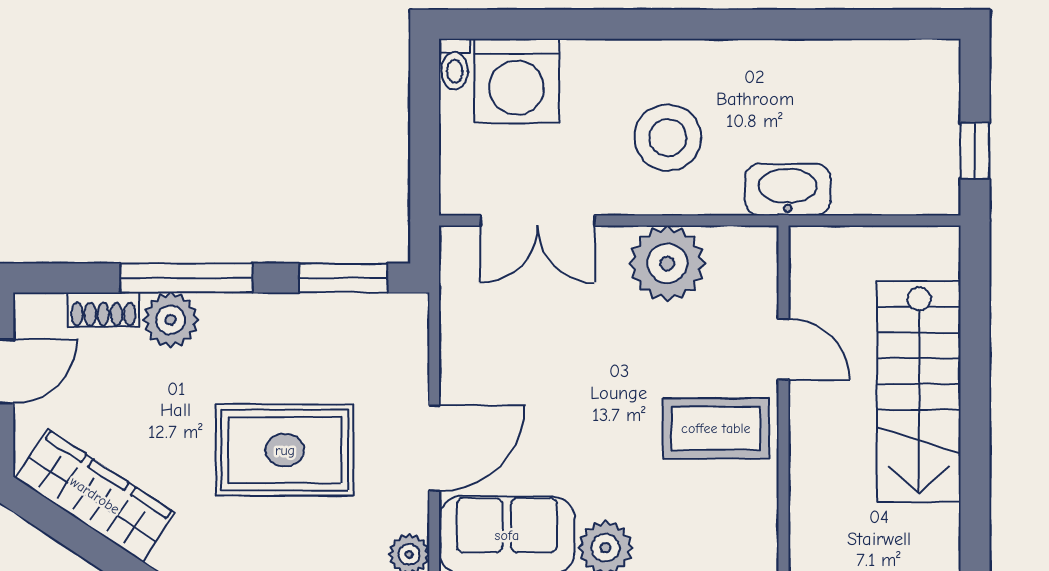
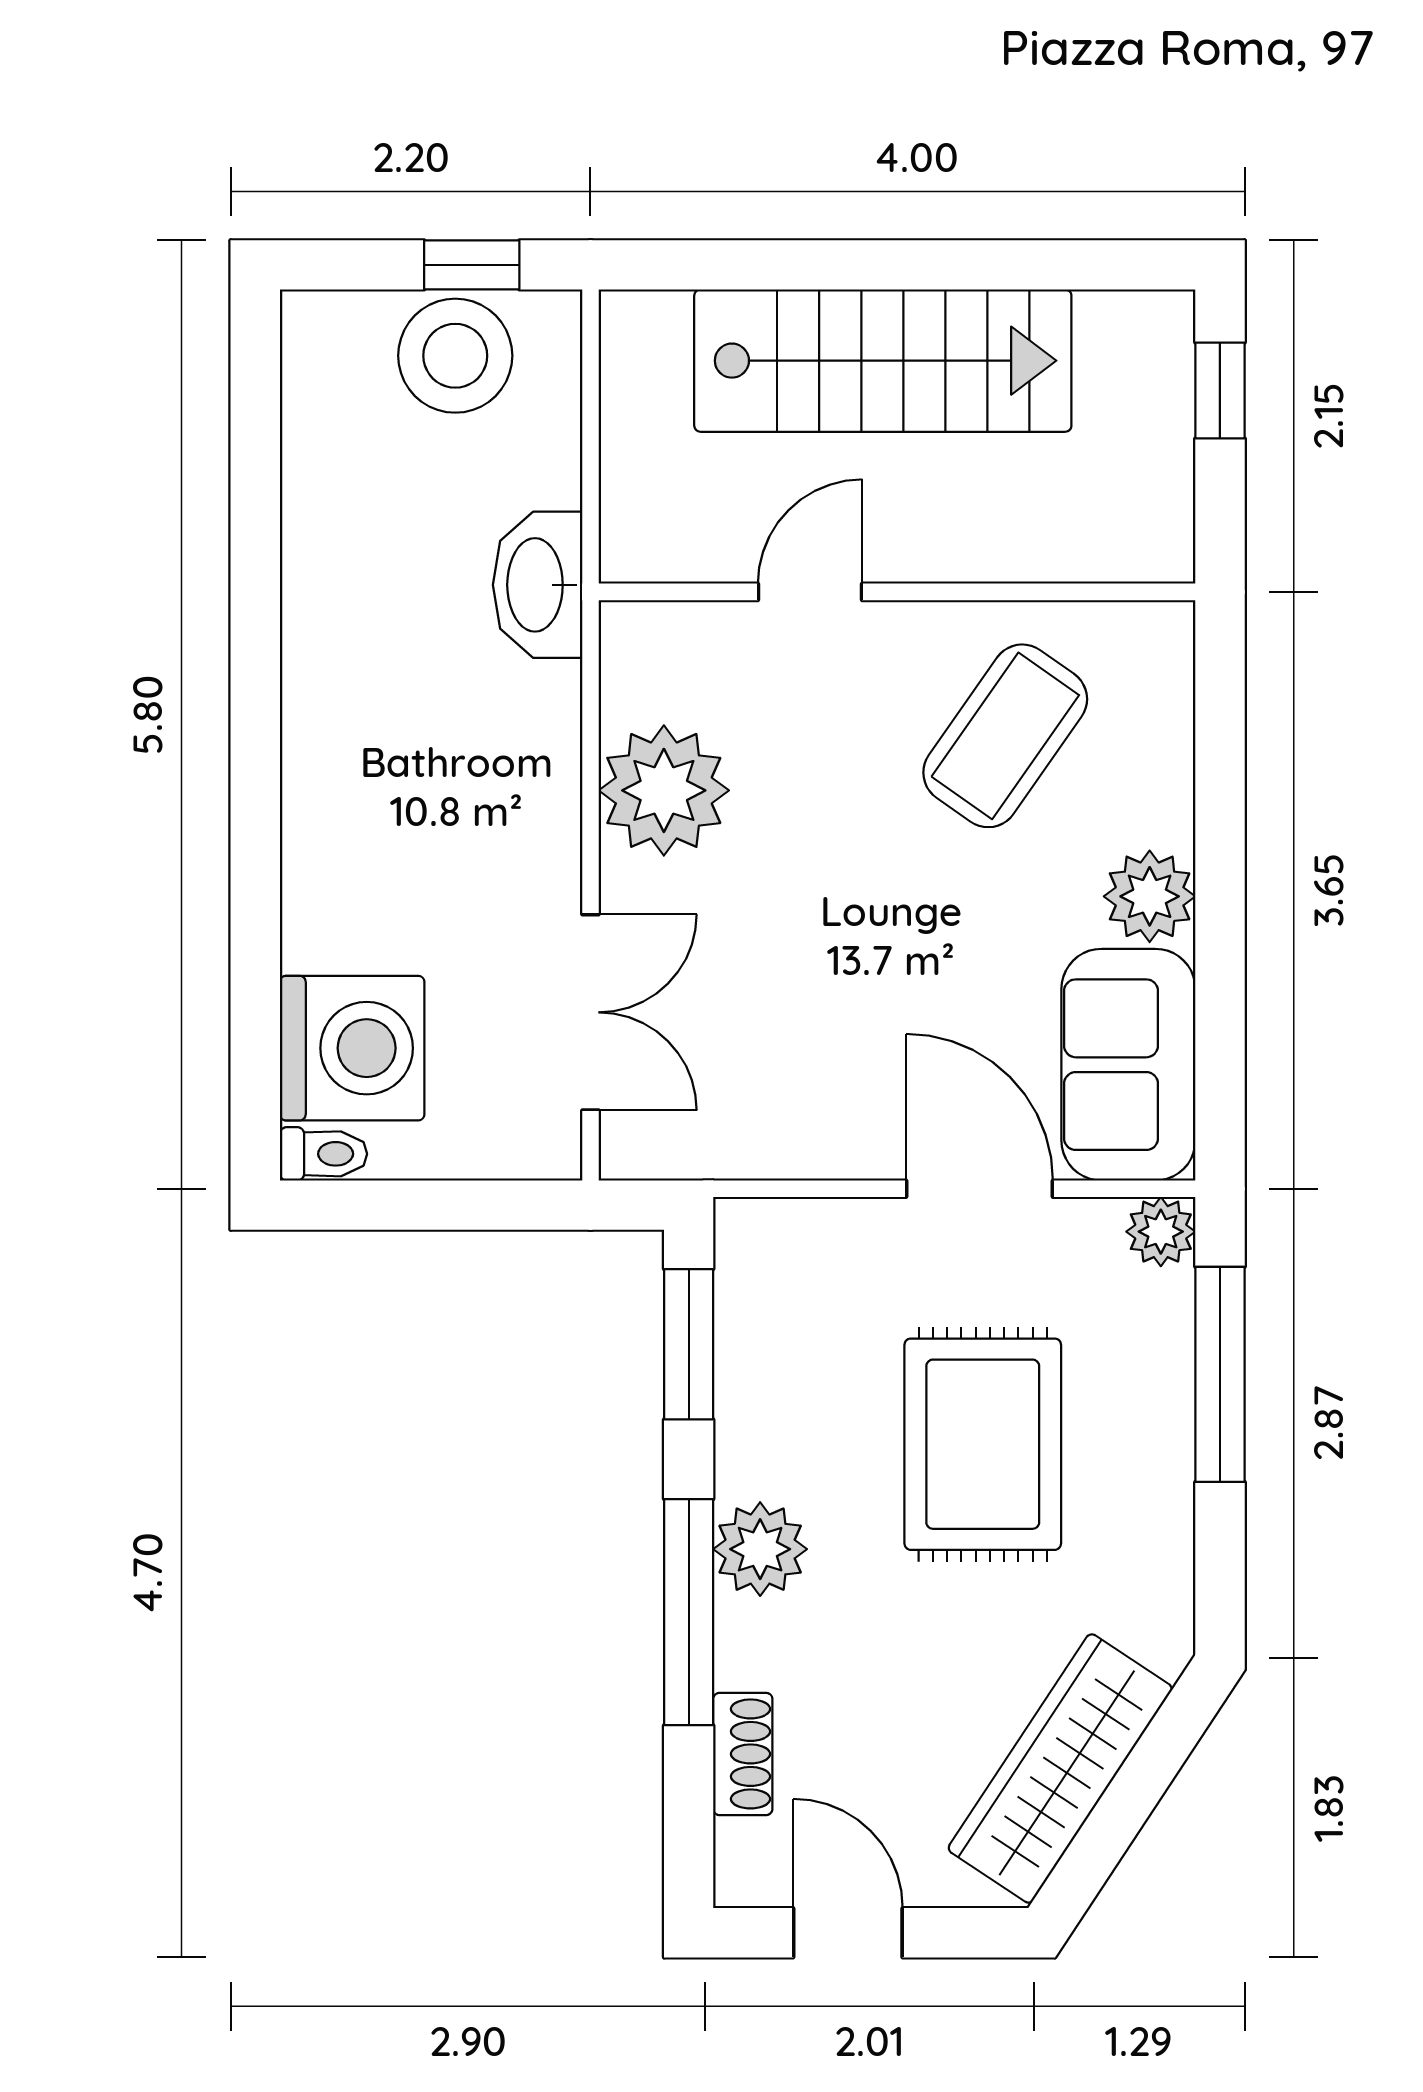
stool: (668, 138) -> (455, 356), moved
plant: (171, 320) -> (760, 1549), moved
coffee table: (716, 428) -> (1005, 736), moved, turned 35

